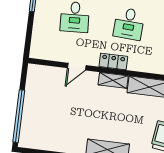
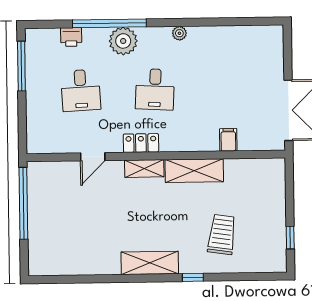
window: (19, 116) -> (23, 203), moved

